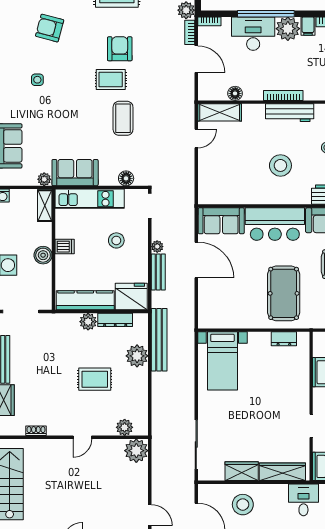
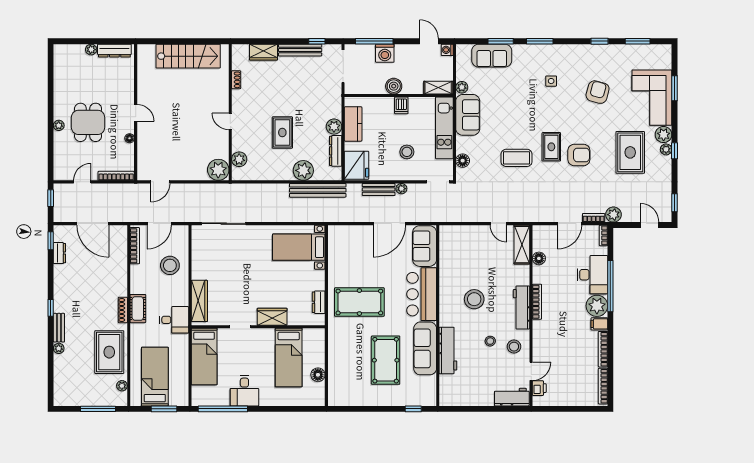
kitchen counter: (85, 300) -> (353, 124), width x0.67
wardrobe: (242, 471) -> (272, 317), moved, turned -90

